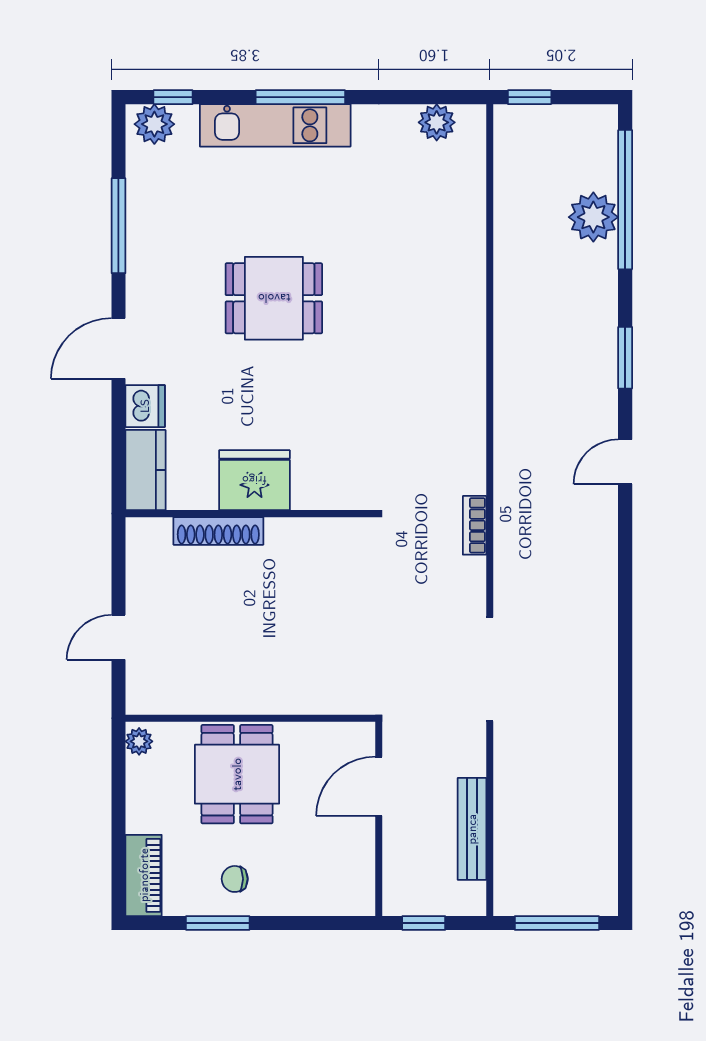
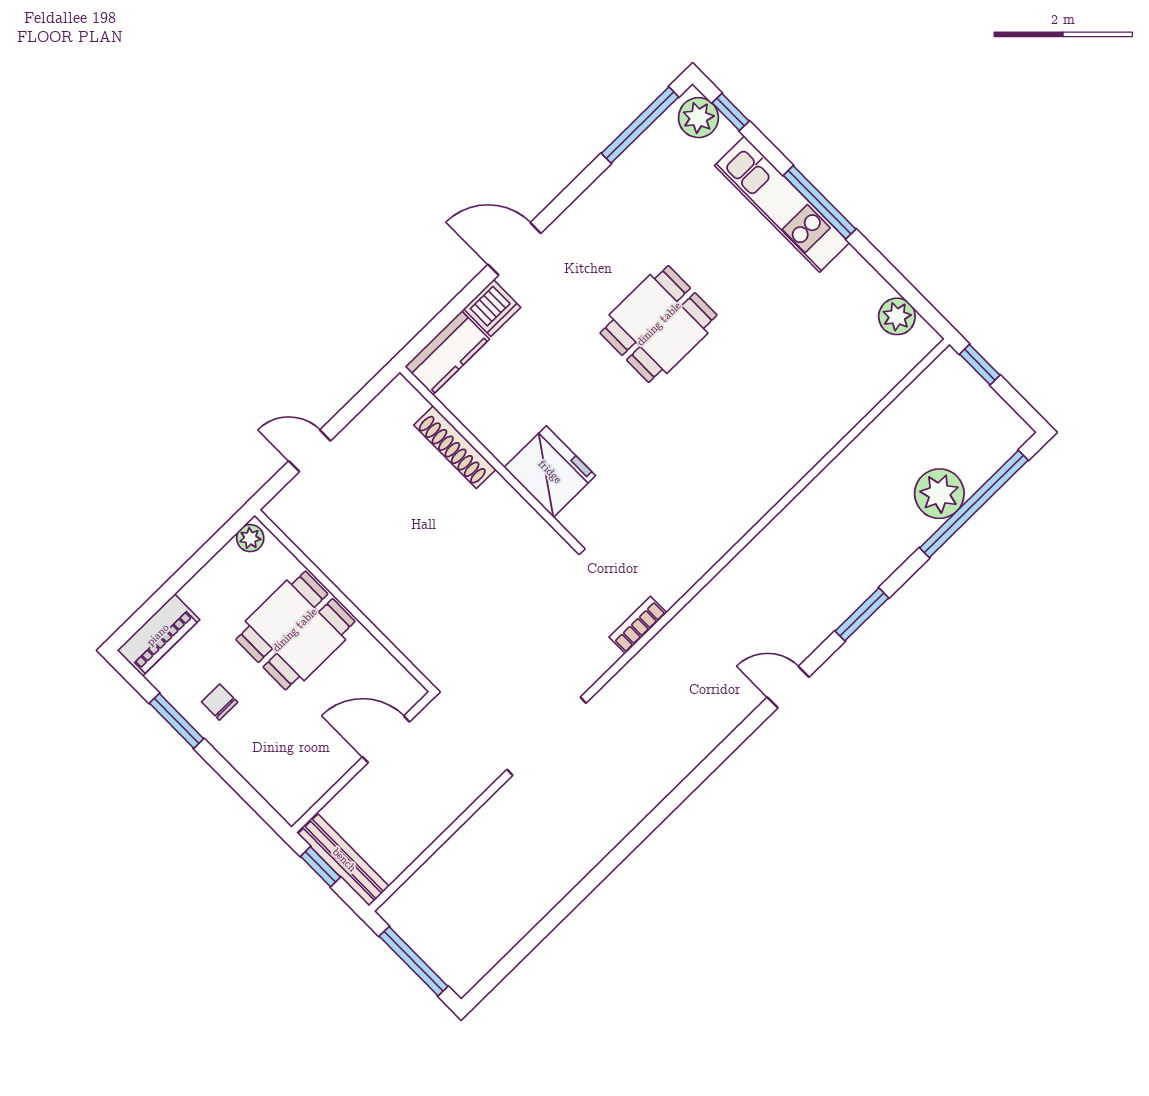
window: (118, 226) -> (640, 125), moved
dining table: (274, 298) -> (659, 324), turned 90
fridge: (254, 480) -> (550, 472), moved
bench: (472, 829) -> (344, 860), moved, turned 90

